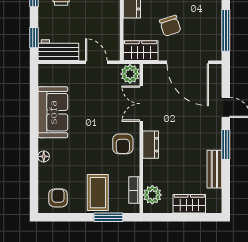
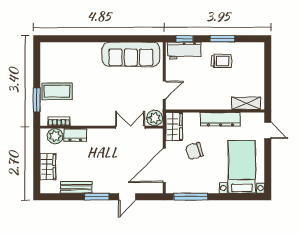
workbench: (58, 50) -> (184, 51), moved, turned 90
sofa: (53, 112) -> (131, 54), width x1.36
armchair: (123, 144) -> (97, 112), removed
dresser: (151, 145) -> (75, 135), moved
floor lamp: (44, 156) -> (87, 47), removed
armchair: (58, 198) -> (53, 58), removed

